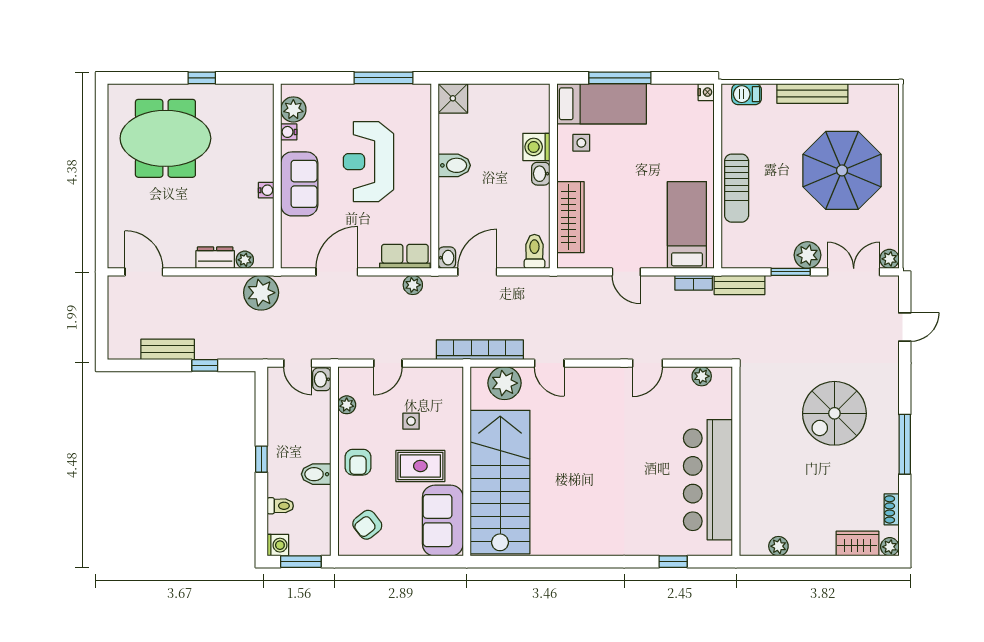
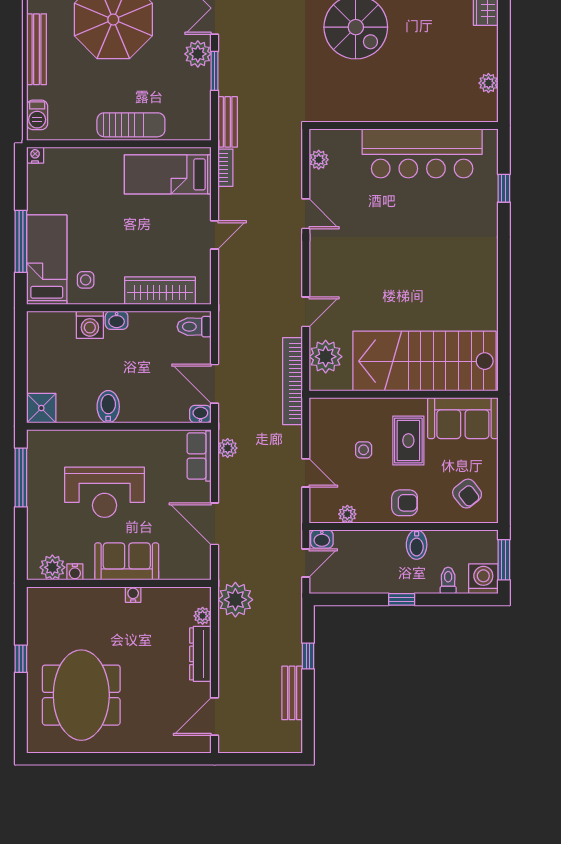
dresser: (215, 258) -> (200, 654), width x1.44
washing machine: (278, 545) -> (483, 579), width x1.38, depth x1.38

